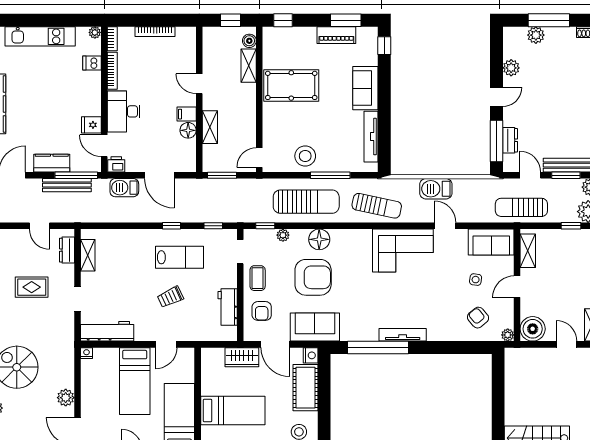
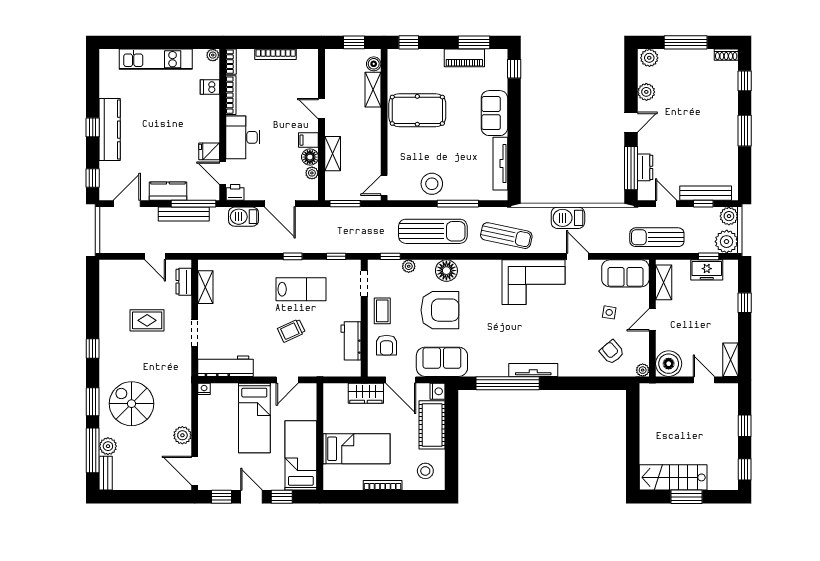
plant: (536, 35) -> (649, 58), moved
plant: (190, 146) -> (312, 173), added
window: (566, 175) -> (703, 204), width x0.67
freezer: (569, 239) -> (707, 270), added

